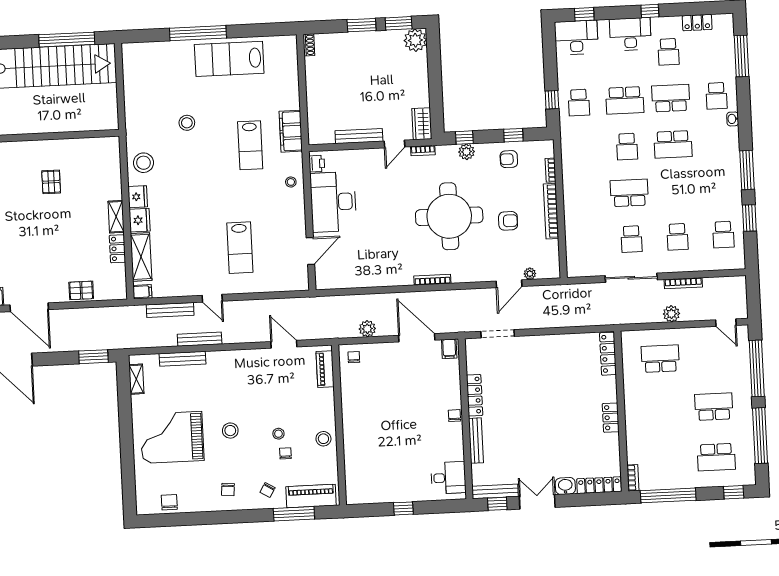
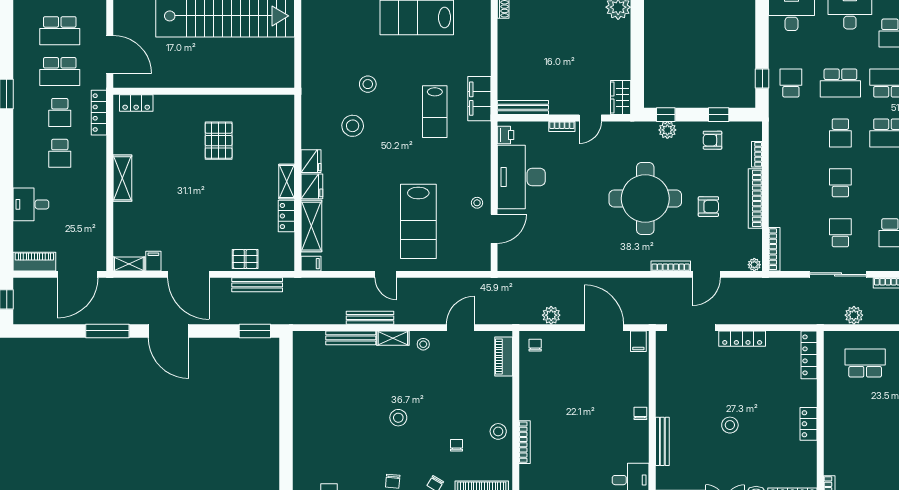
school desk: (579, 103) -> (791, 83), turned 180
bench: (359, 136) -> (523, 107), moved
bookcase: (423, 151) -> (562, 126), moved
stool: (143, 163) -> (353, 126), moved
pallet: (51, 182) -> (219, 141), width x1.50, depth x1.42
stool: (291, 182) -> (477, 203), moved
school desk: (629, 193) -> (840, 183), width x0.54
school desk: (632, 239) -> (840, 233), turned 180
lab bench: (240, 248) -> (418, 221), width x1.36, depth x1.39
bookcase: (571, 257) -> (774, 249), added
plant: (530, 274) -> (754, 265), moved
bookcase: (432, 280) -> (671, 266), moved
bench: (170, 310) -> (257, 285), moved
plant: (671, 314) -> (854, 315), moved
doorway: (498, 334) -> (691, 328), width x1.36
door: (284, 344) -> (461, 328), hinge flipped
shelving: (136, 379) -> (393, 338), moved, turned 90
locker: (475, 395) -> (742, 339), moved, turned 90
stool: (538, 422) -> (730, 425), added
stool: (278, 434) -> (423, 344), moved
grand piano: (172, 437) -> (335, 422), removed
bookcase: (348, 447) -> (525, 442), added

